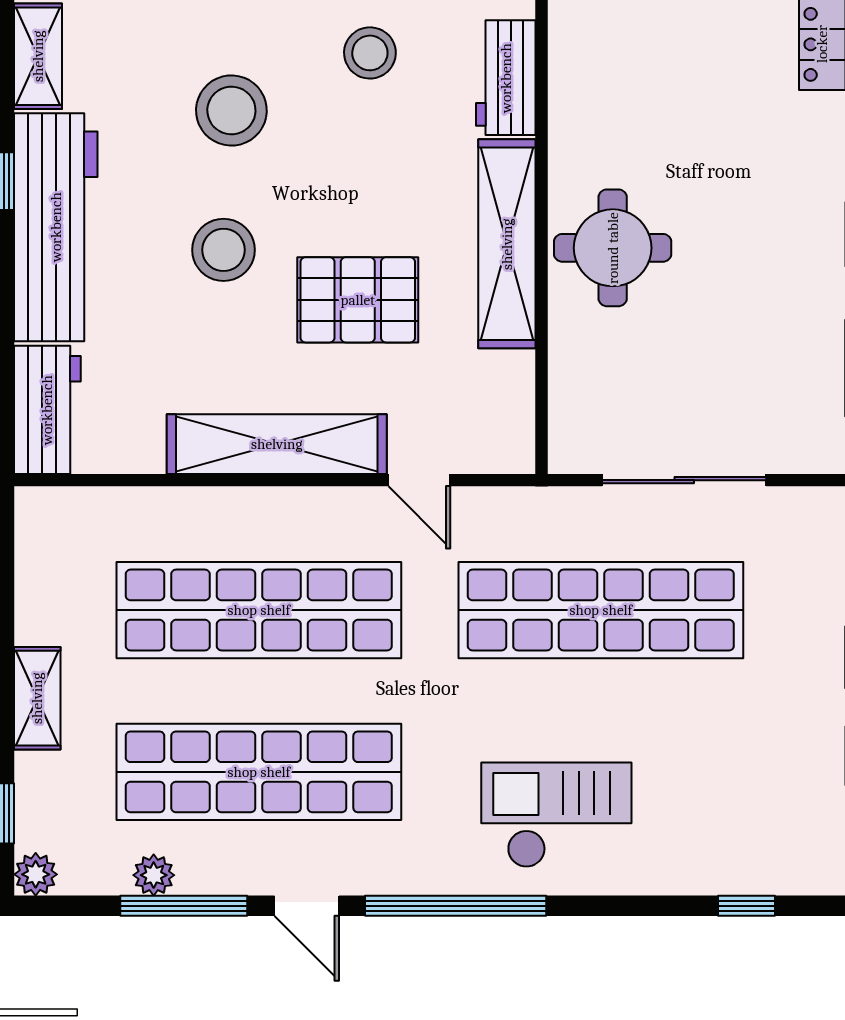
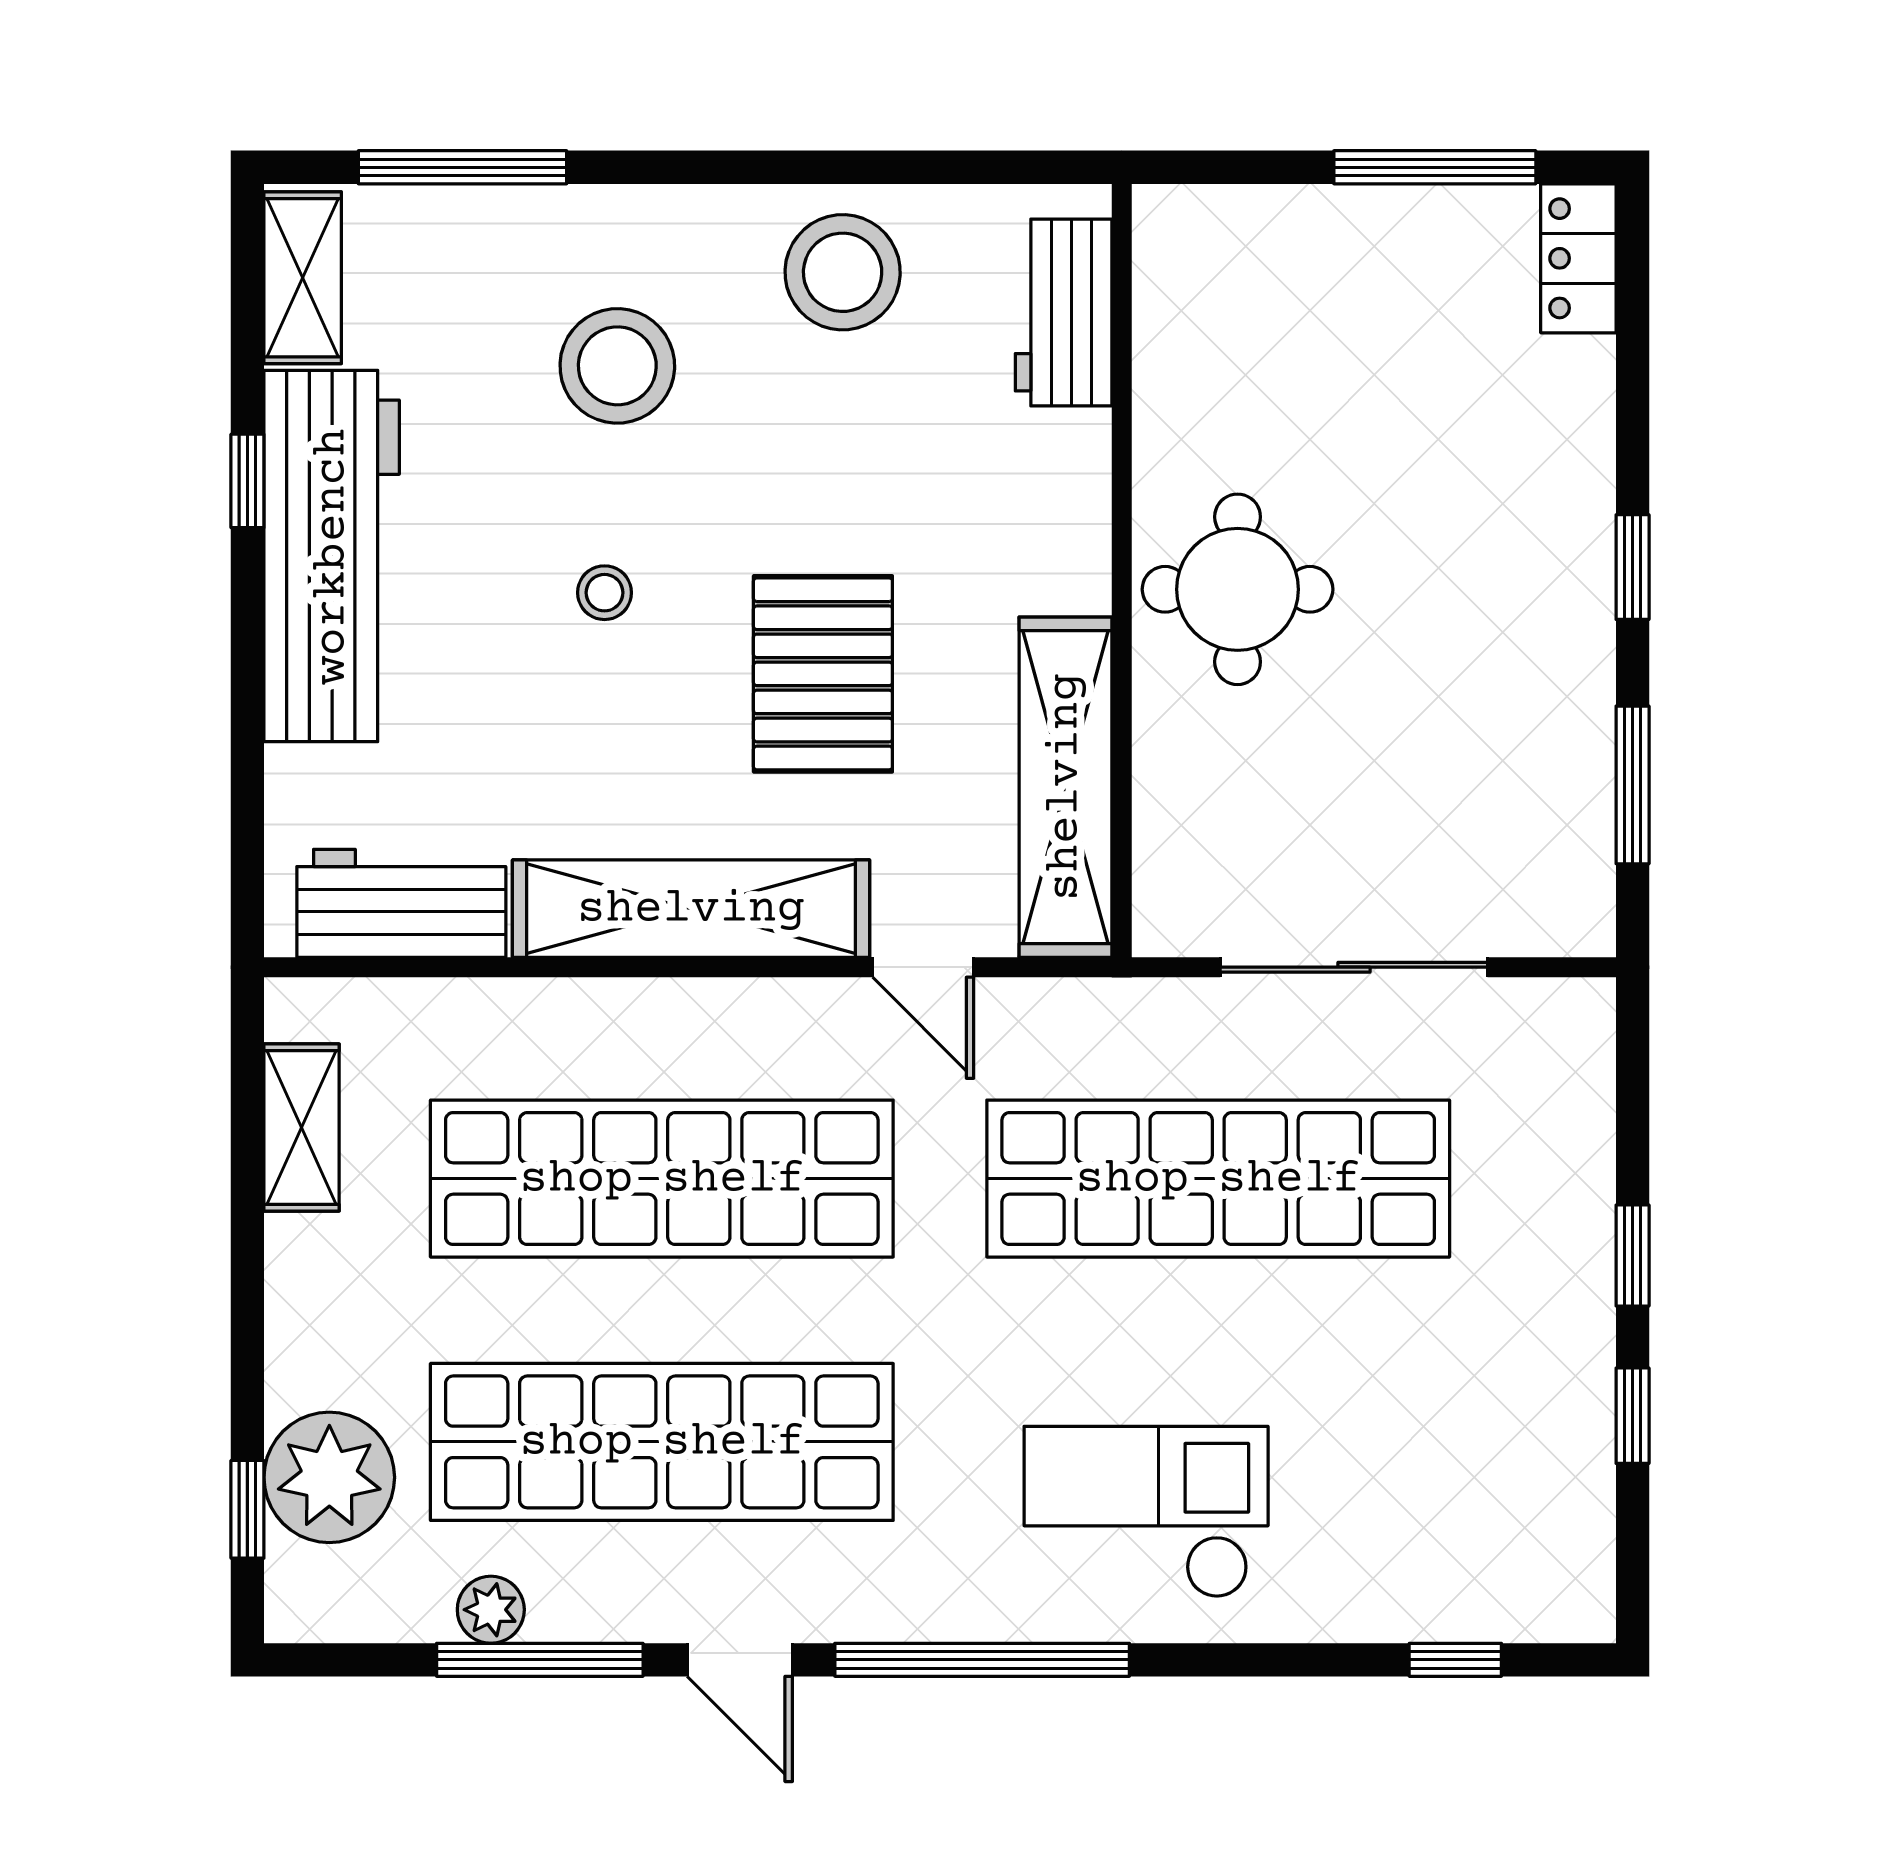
stool: (370, 53) -> (843, 272), width x1.38, depth x1.38
shelving: (507, 244) -> (1065, 787), moved
stool: (224, 250) -> (604, 593), width x0.53, depth x0.53
pallet: (358, 300) -> (823, 674), turned 90
workbench: (47, 410) -> (401, 903), moved, turned -90
shelving: (37, 698) -> (302, 1128), moved
plant: (36, 874) -> (329, 1477), moved, width x1.88, depth x1.88

